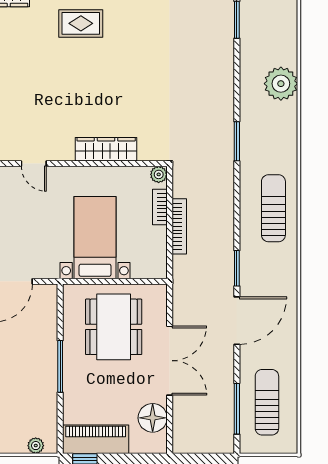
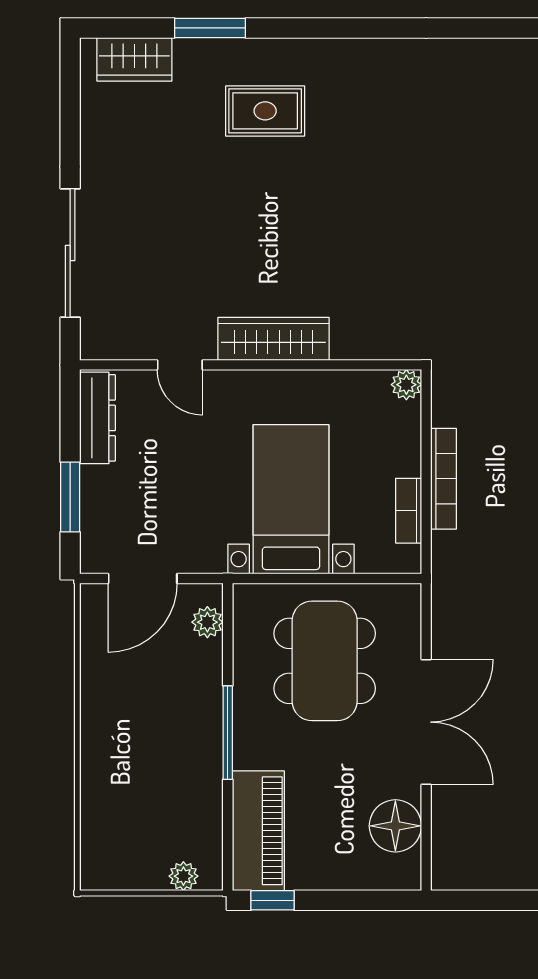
wardrobe: (106, 149) -> (273, 339), moved
bookcase: (160, 207) -> (409, 511), moved
plant: (49, 305) -> (207, 622), added
piano: (96, 439) -> (258, 831), moved, turned 90

